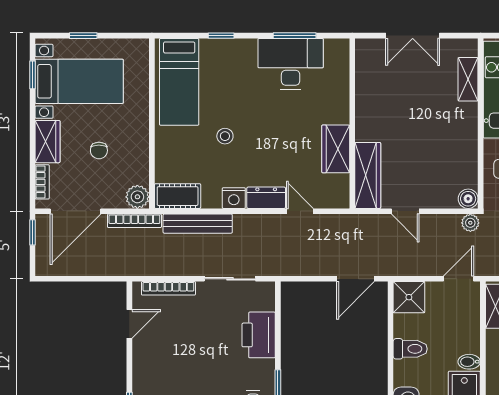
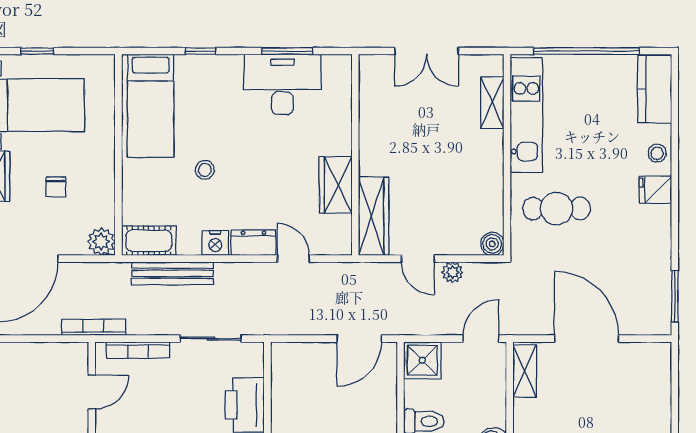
bookcase: (134, 221) -> (93, 327), moved, turned 180
plant: (470, 223) -> (452, 272), moved

